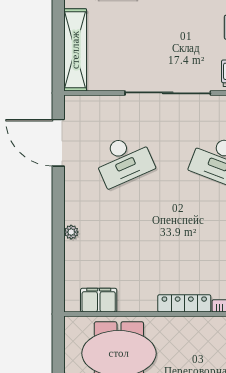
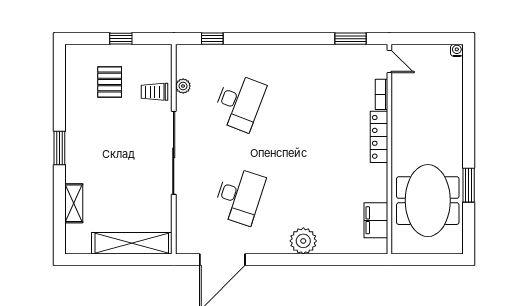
desk: (124, 160) -> (239, 196), turned 42
plant: (71, 232) -> (303, 241), width x1.88, depth x1.88

